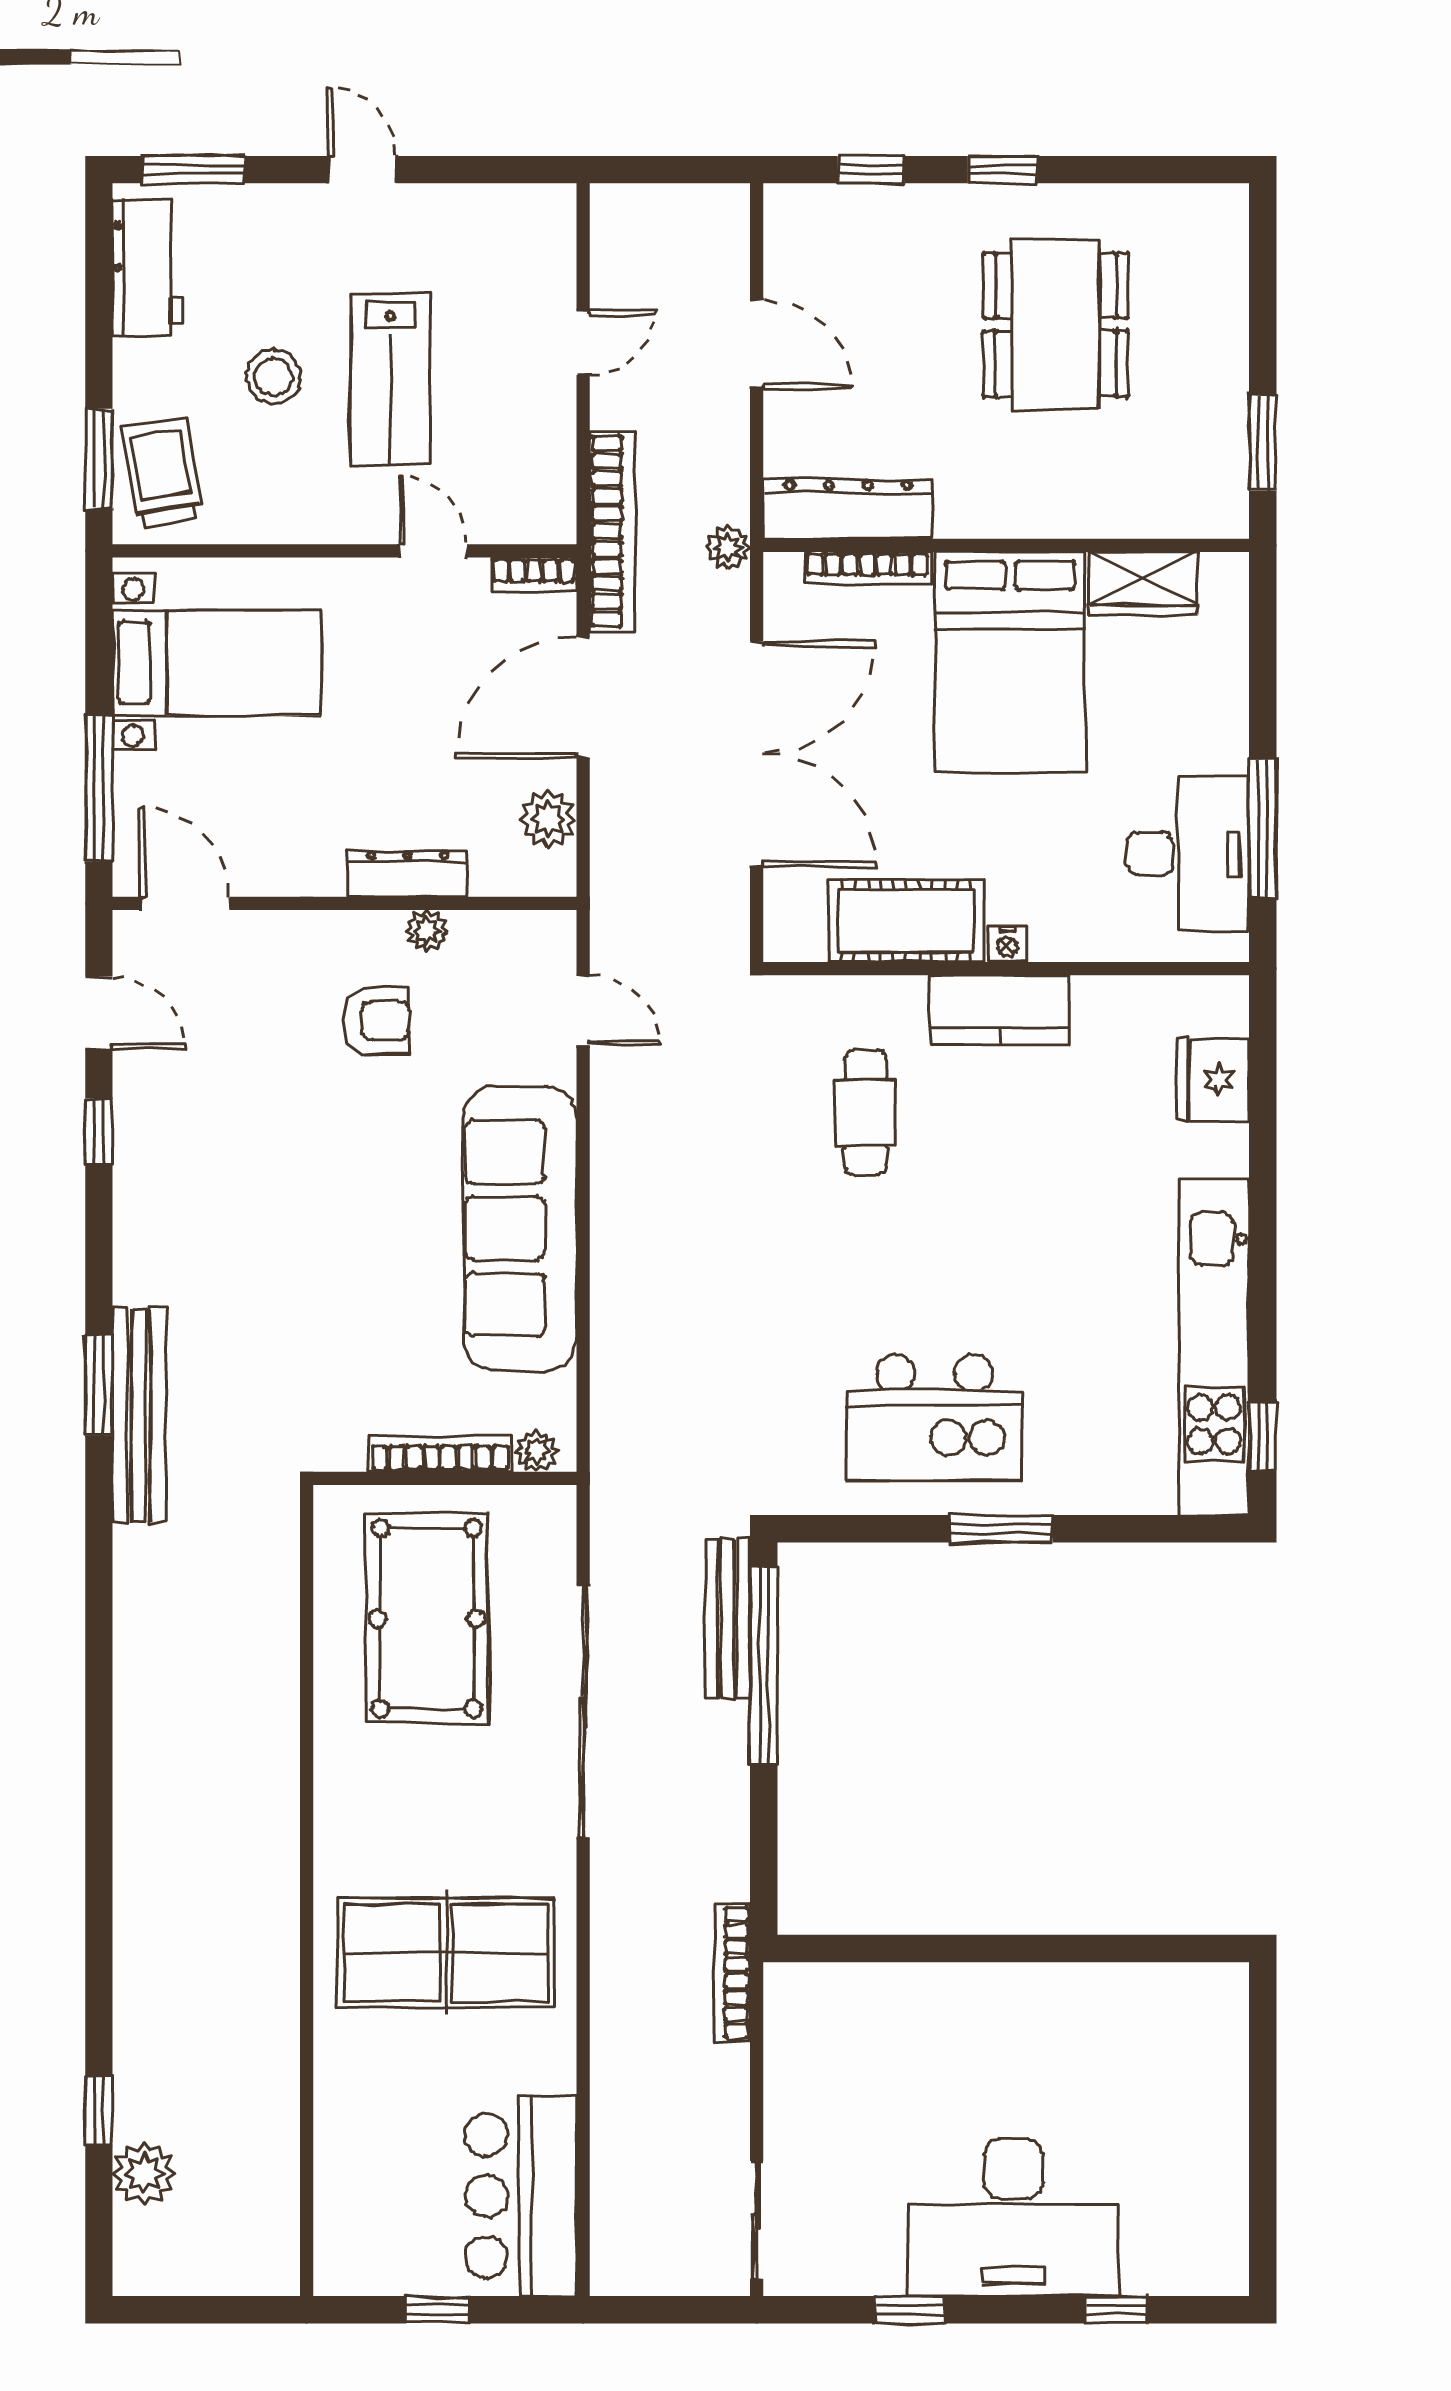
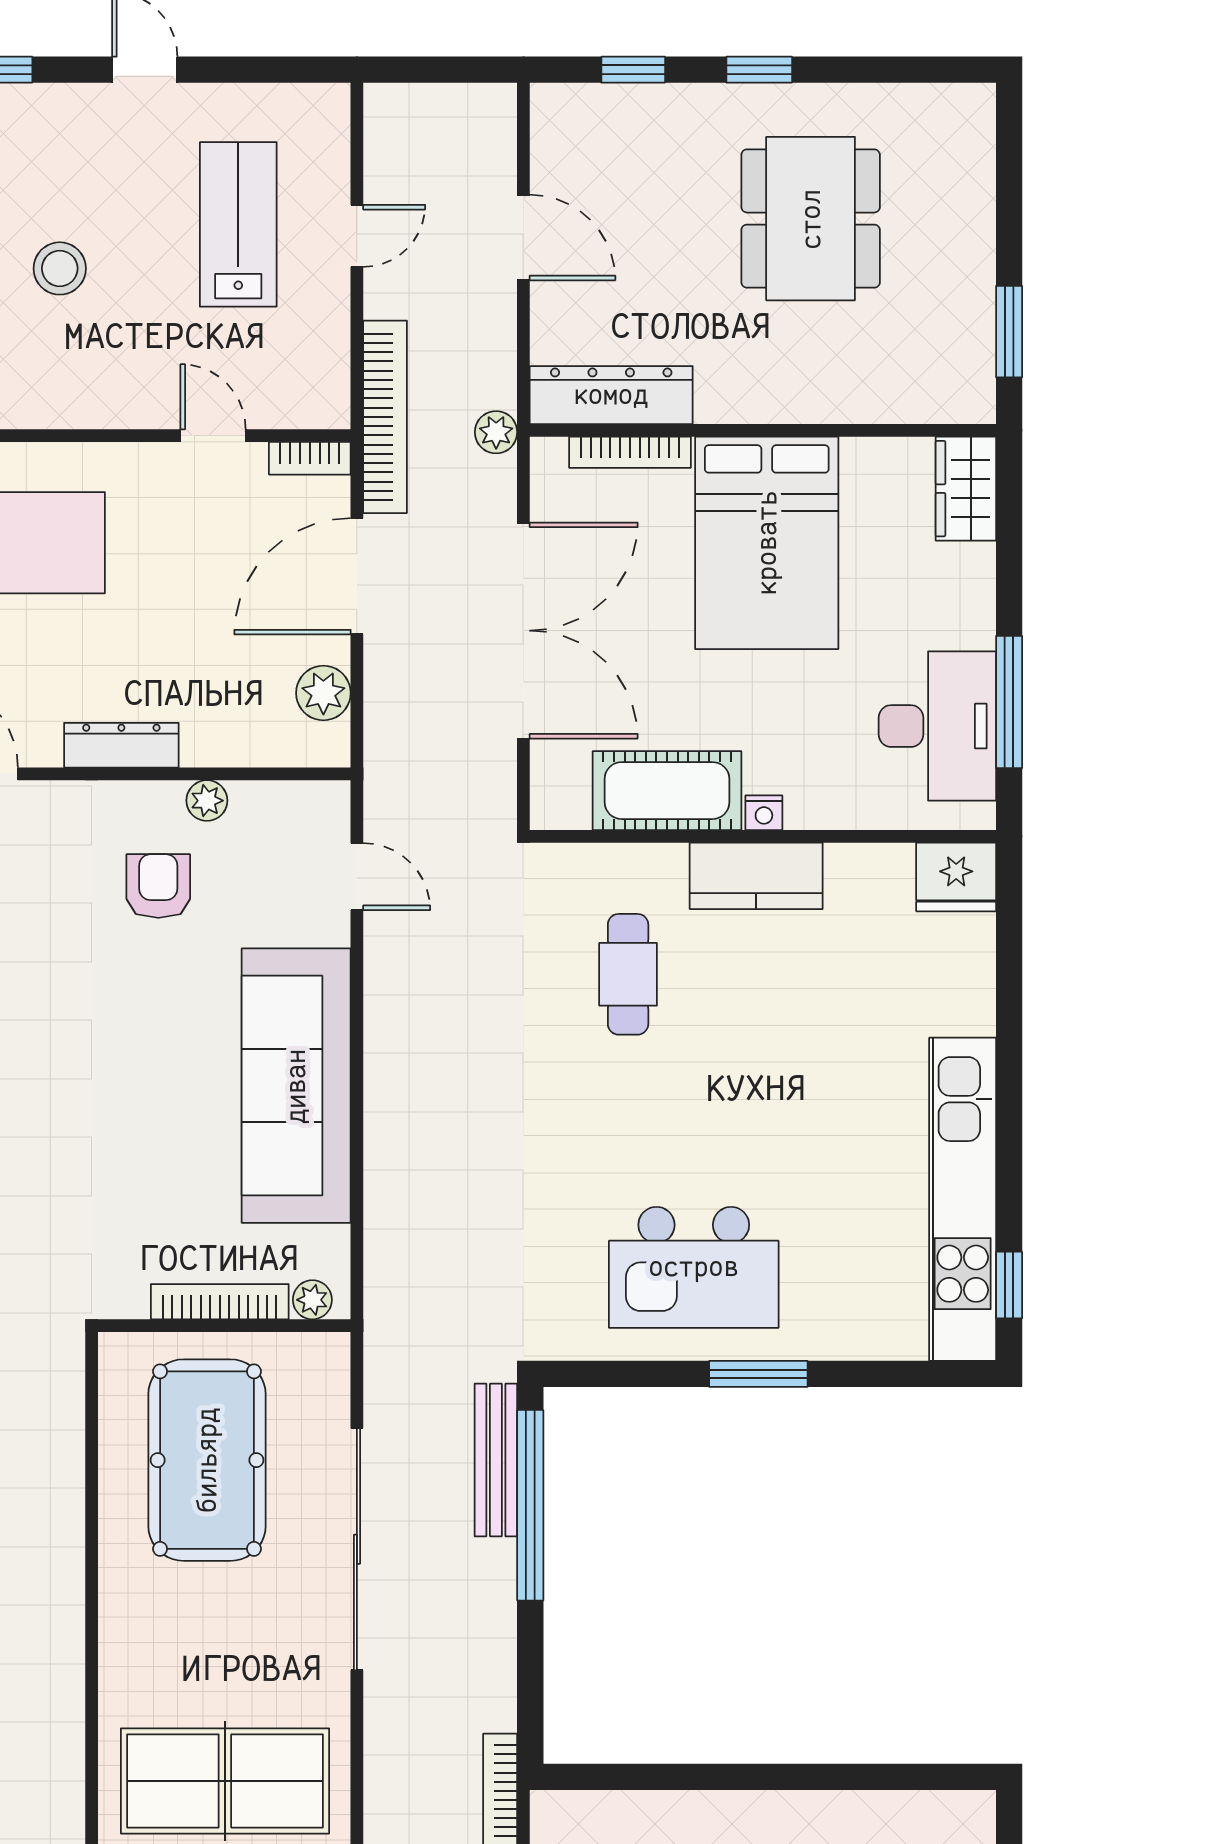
lab bench: (390, 379) -> (238, 224), moved, turned 180
wardrobe: (1143, 583) -> (966, 489), moved, turned 90
dresser: (408, 874) -> (121, 745), moved
armchair: (376, 1020) -> (158, 886), turned -90
fridge: (1213, 1080) -> (956, 877), moved, turned -90

